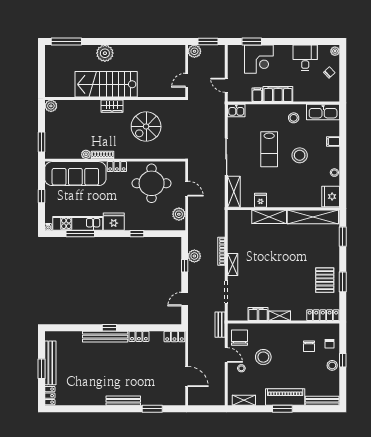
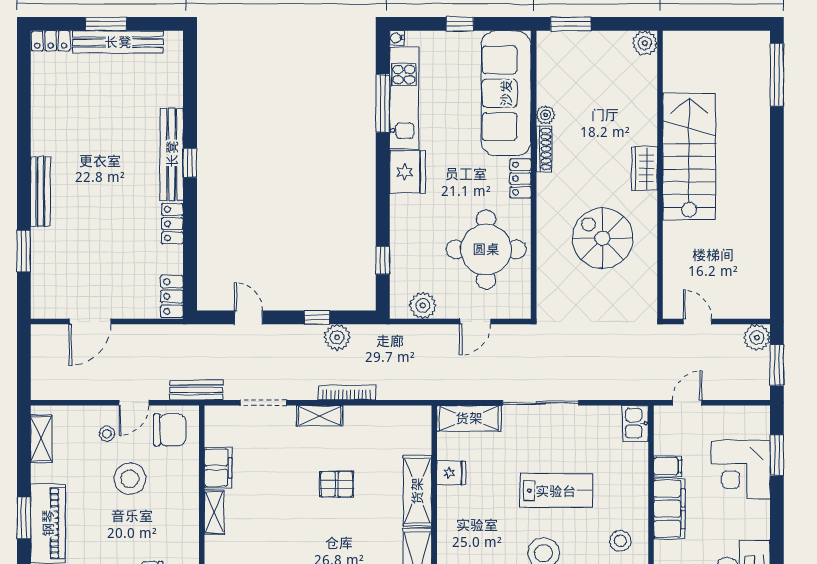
plant: (105, 53) -> (753, 154), removed
lab bench: (269, 149) -> (556, 491), turned 180
window: (137, 234) -> (383, 260), moved
pallet: (266, 256) -> (337, 484), added

